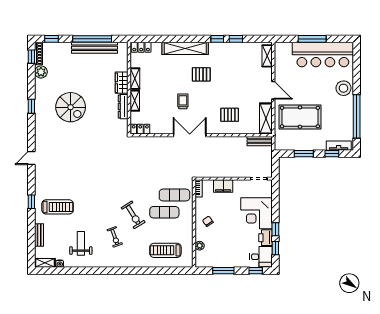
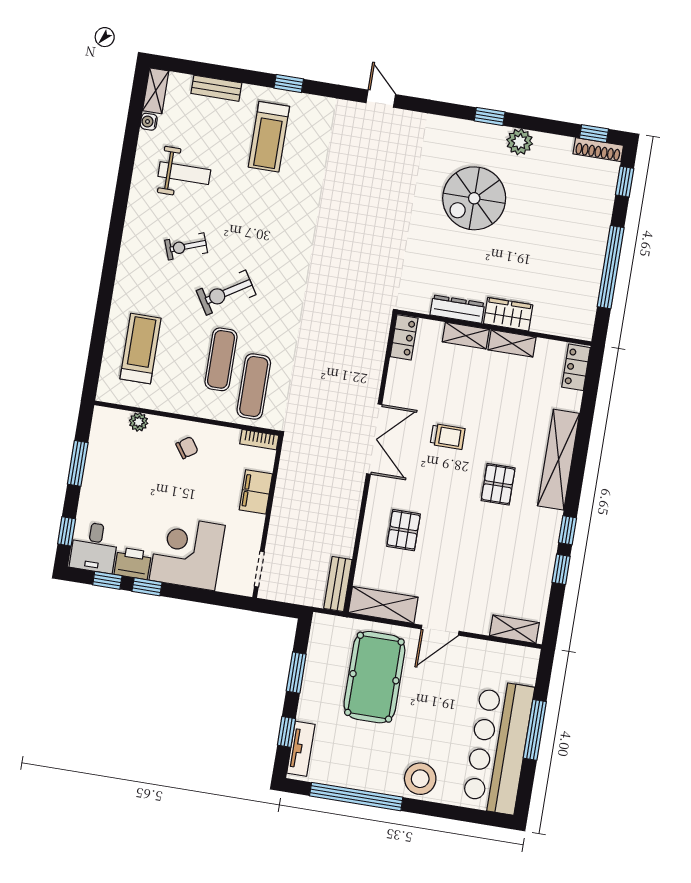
bench: (95, 48) -> (591, 269), removed
plant: (41, 72) -> (520, 142), moved

